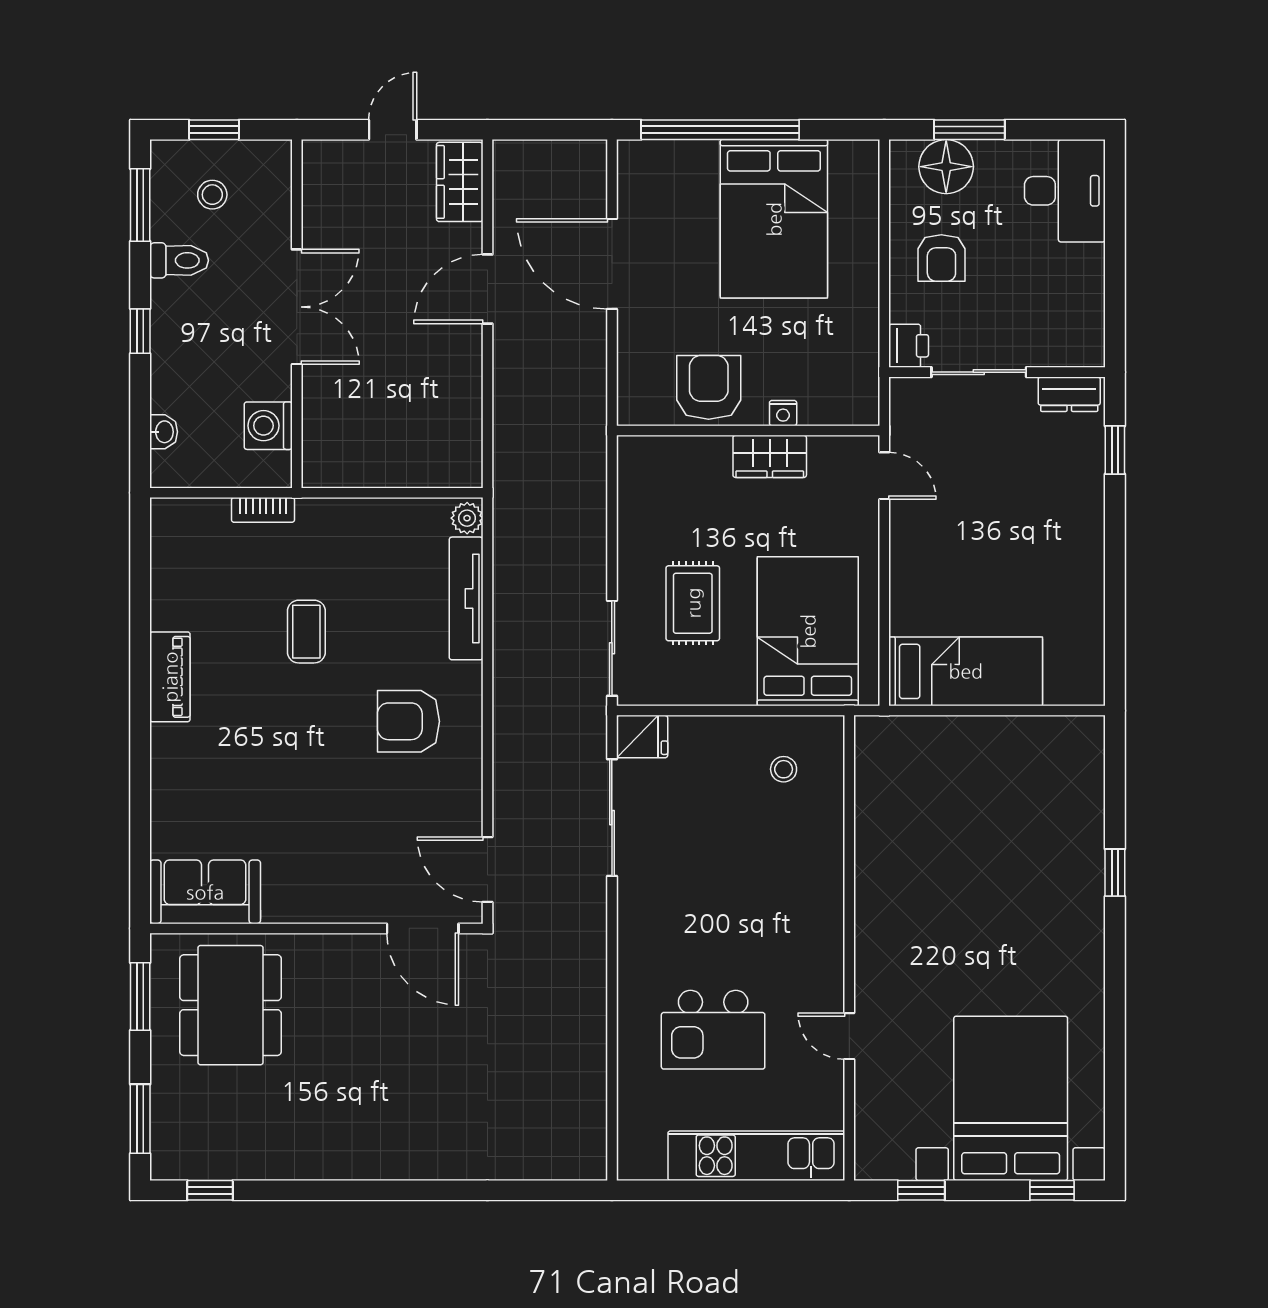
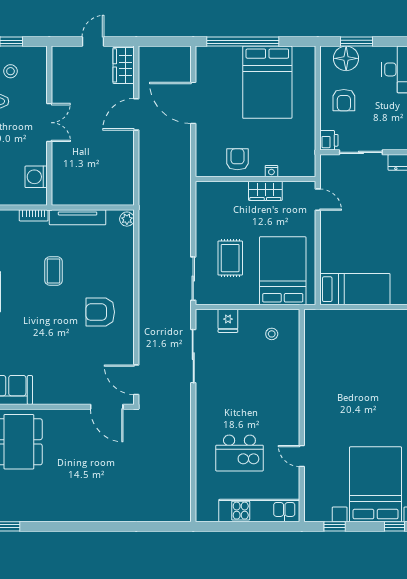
double door: (297, 307) -> (49, 123), width x0.73
armchair: (709, 387) -> (237, 159), width x0.72, depth x0.72
tv unit: (466, 598) -> (78, 217), moved, turned -90
fridge: (642, 737) -> (228, 321), moved, turned 90

